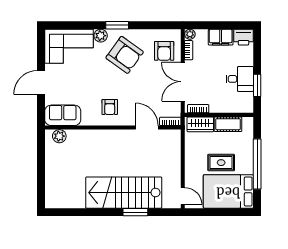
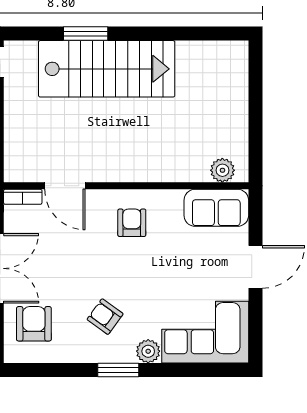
armchair: (125, 55) -> (105, 317), width x0.53, depth x0.53

